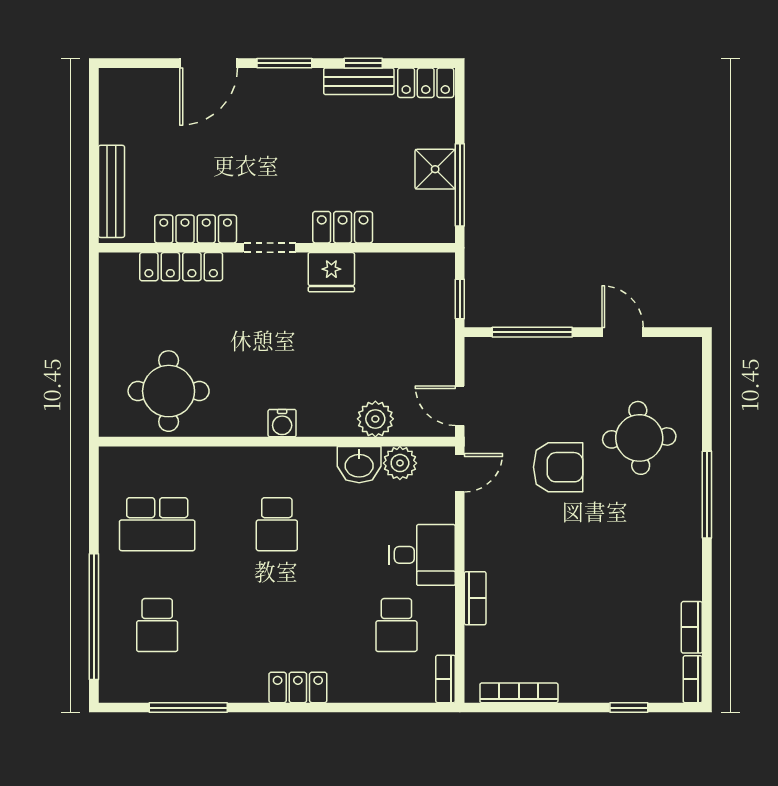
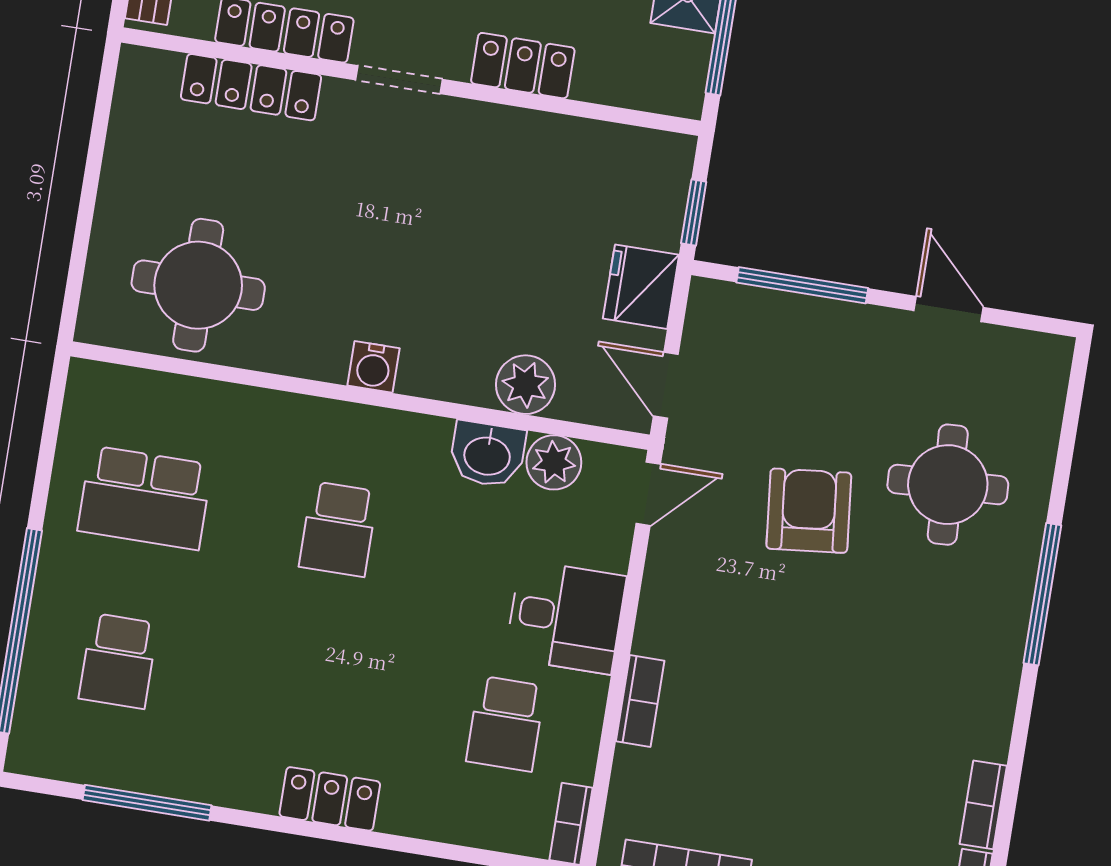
fridge: (331, 272) -> (641, 287), moved, turned 90
armchair: (558, 467) -> (809, 511), turned -96

